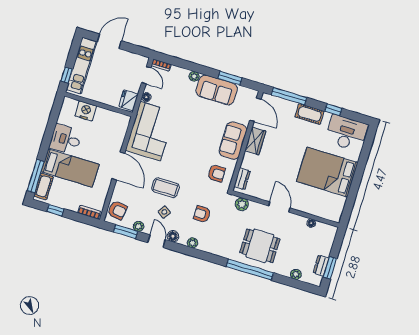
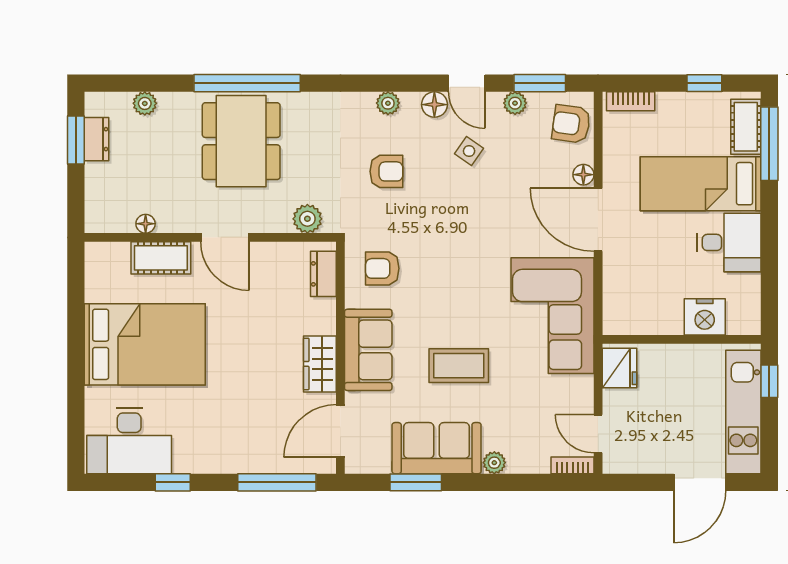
floor lamp: (146, 97) -> (583, 175), moved
door: (255, 110) -> (340, 431), hinge flipped
cot: (310, 114) -> (161, 258), moved
coffee table: (165, 188) -> (459, 366), moved
dining table: (260, 246) -> (241, 141), width x1.37

